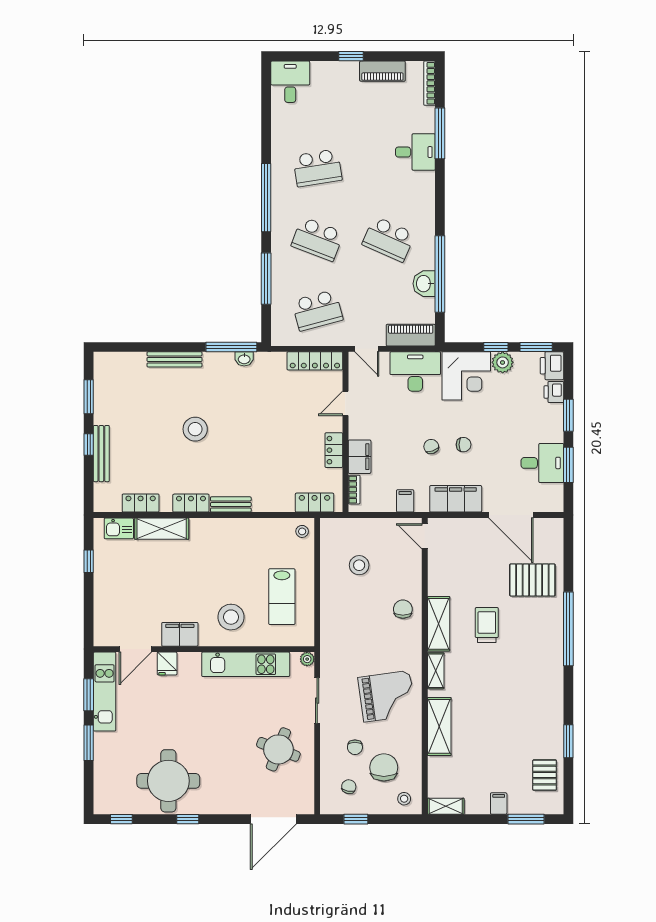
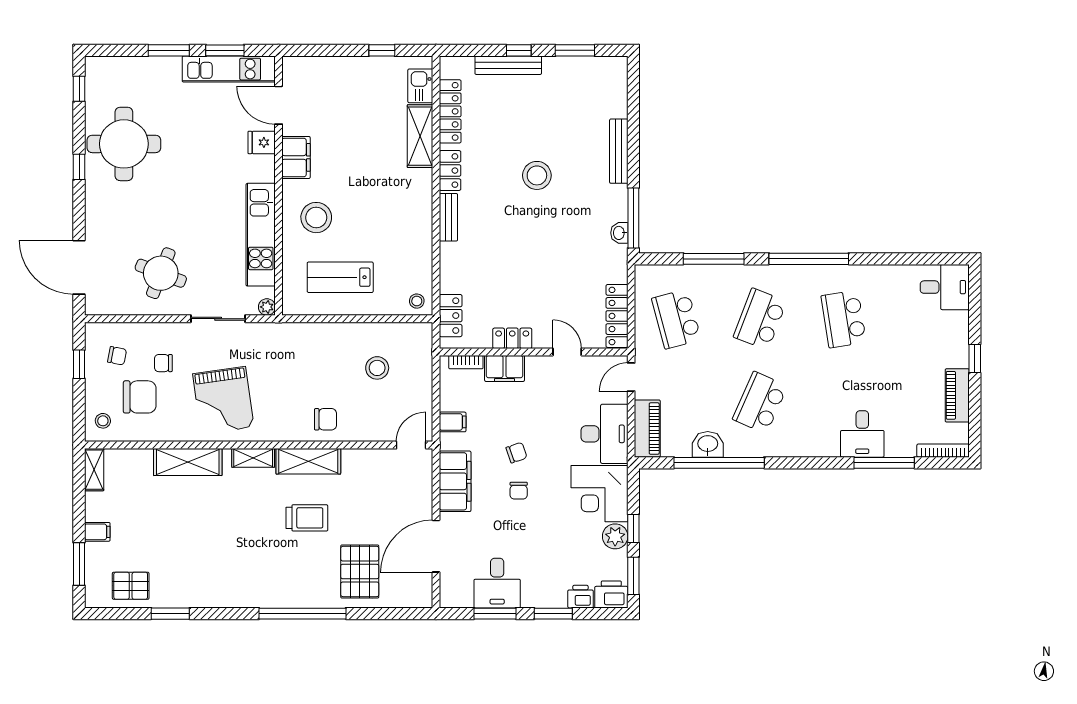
locker: (141, 503) -> (450, 111), width x1.53

